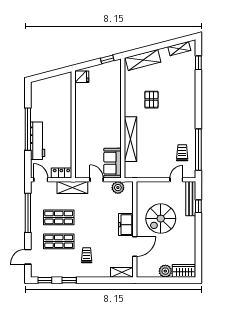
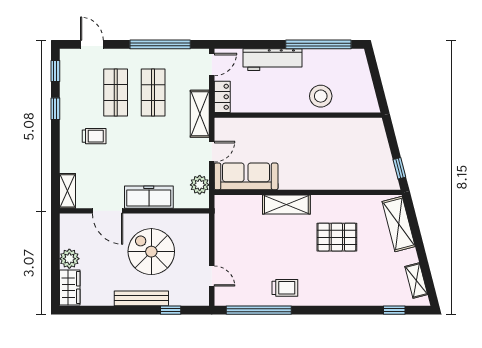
fridge: (82, 77) -> (372, 128), removed
pallet: (151, 100) -> (337, 237), width x1.50, depth x1.42
stool: (61, 110) -> (321, 96), added
window: (28, 129) -> (318, 44), moved
shelving: (131, 139) -> (286, 204), width x0.68
trolley: (182, 153) -> (285, 288), moved
sofa: (113, 163) -> (246, 176), width x1.36
bench: (191, 199) -> (141, 298), moved
freezer: (126, 225) -> (149, 197), width x1.40

